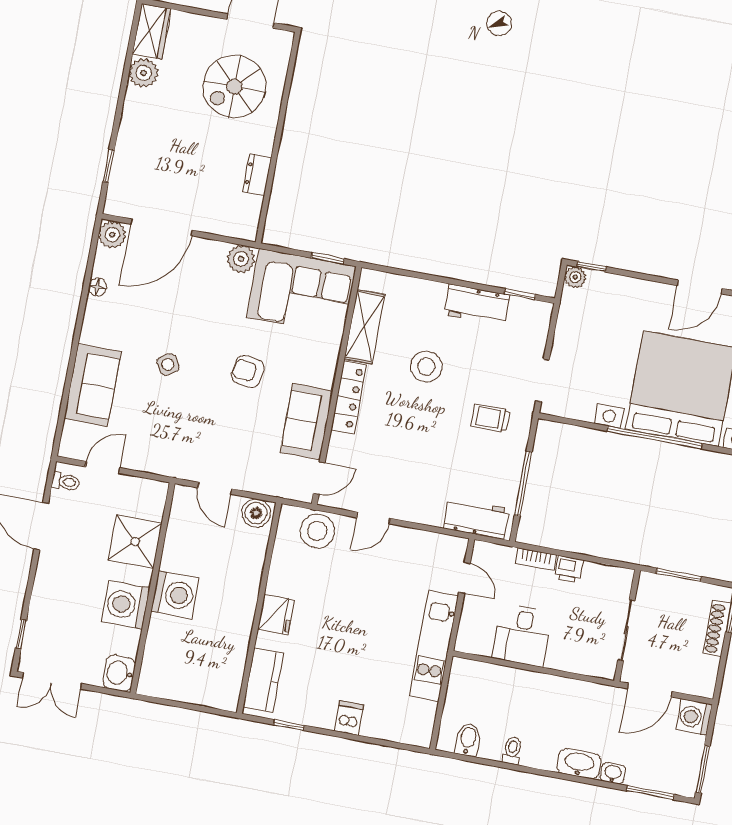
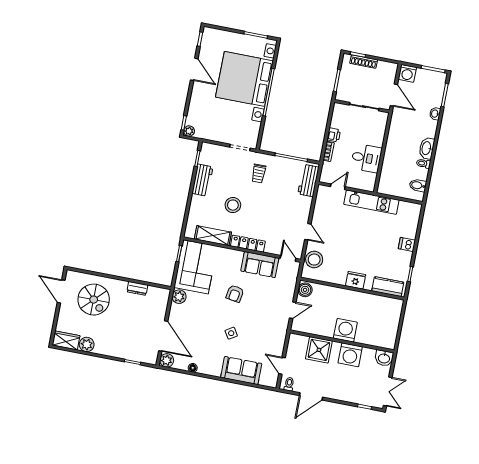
washbasin: (579, 764) -> (427, 148), moved

